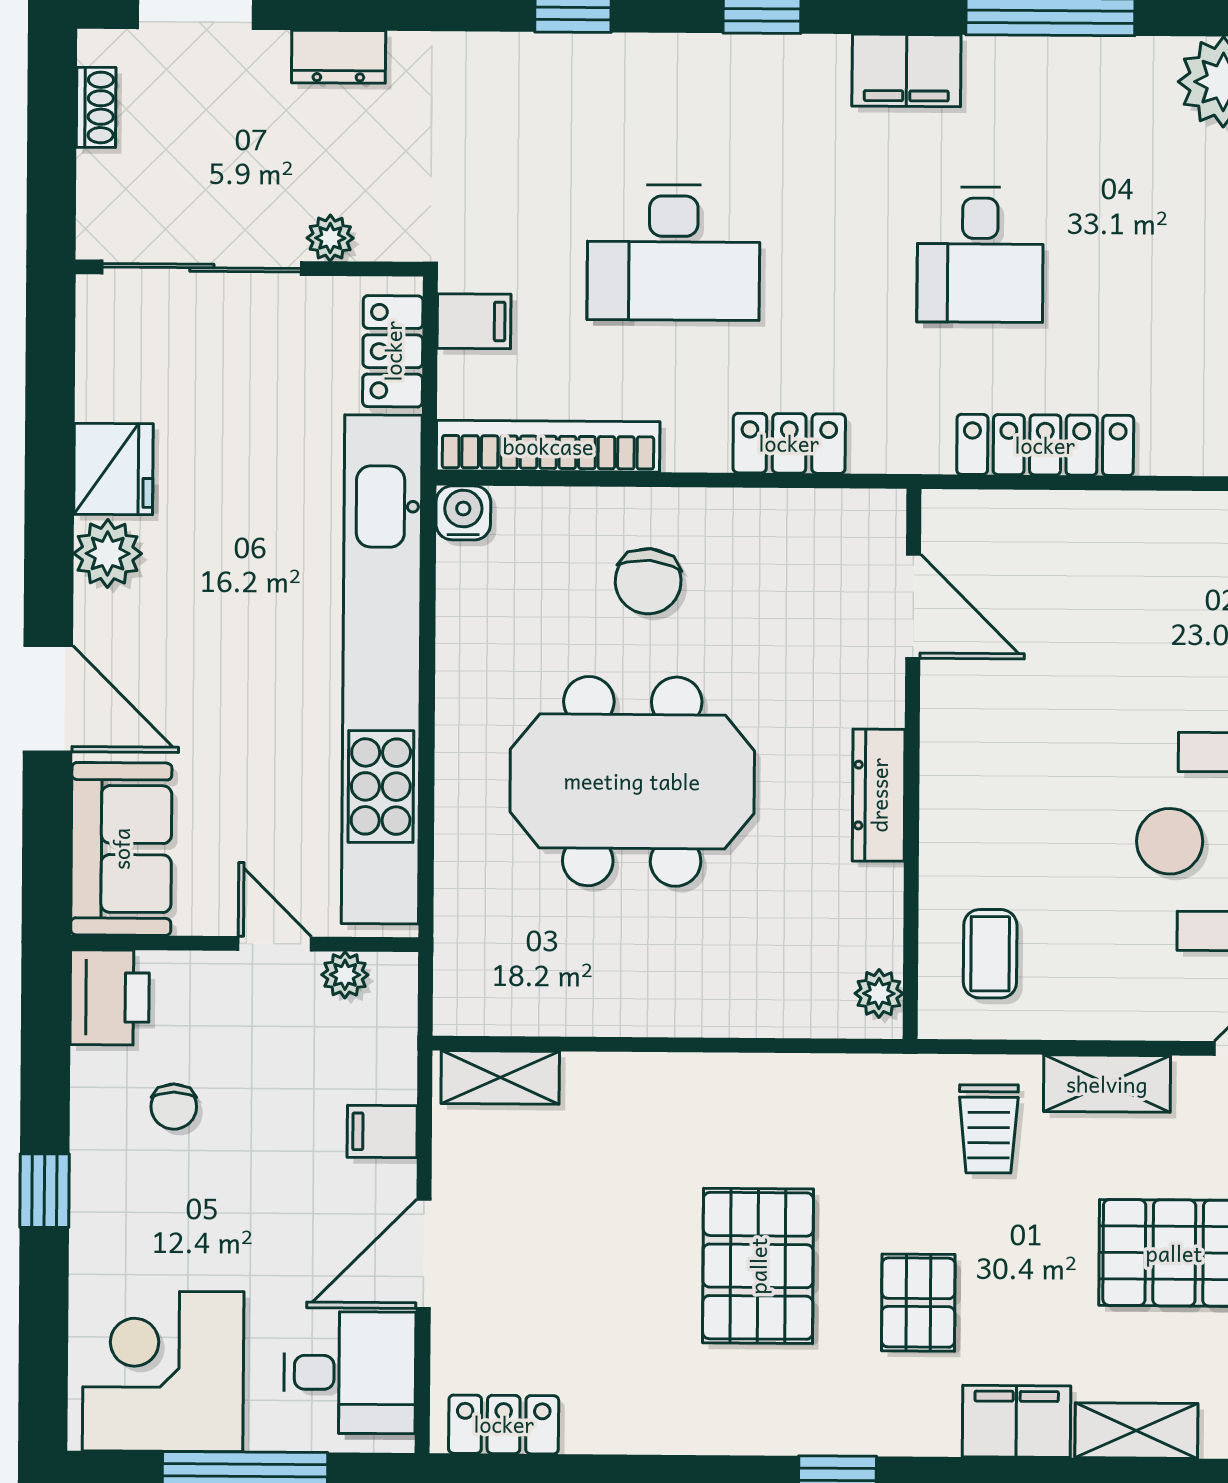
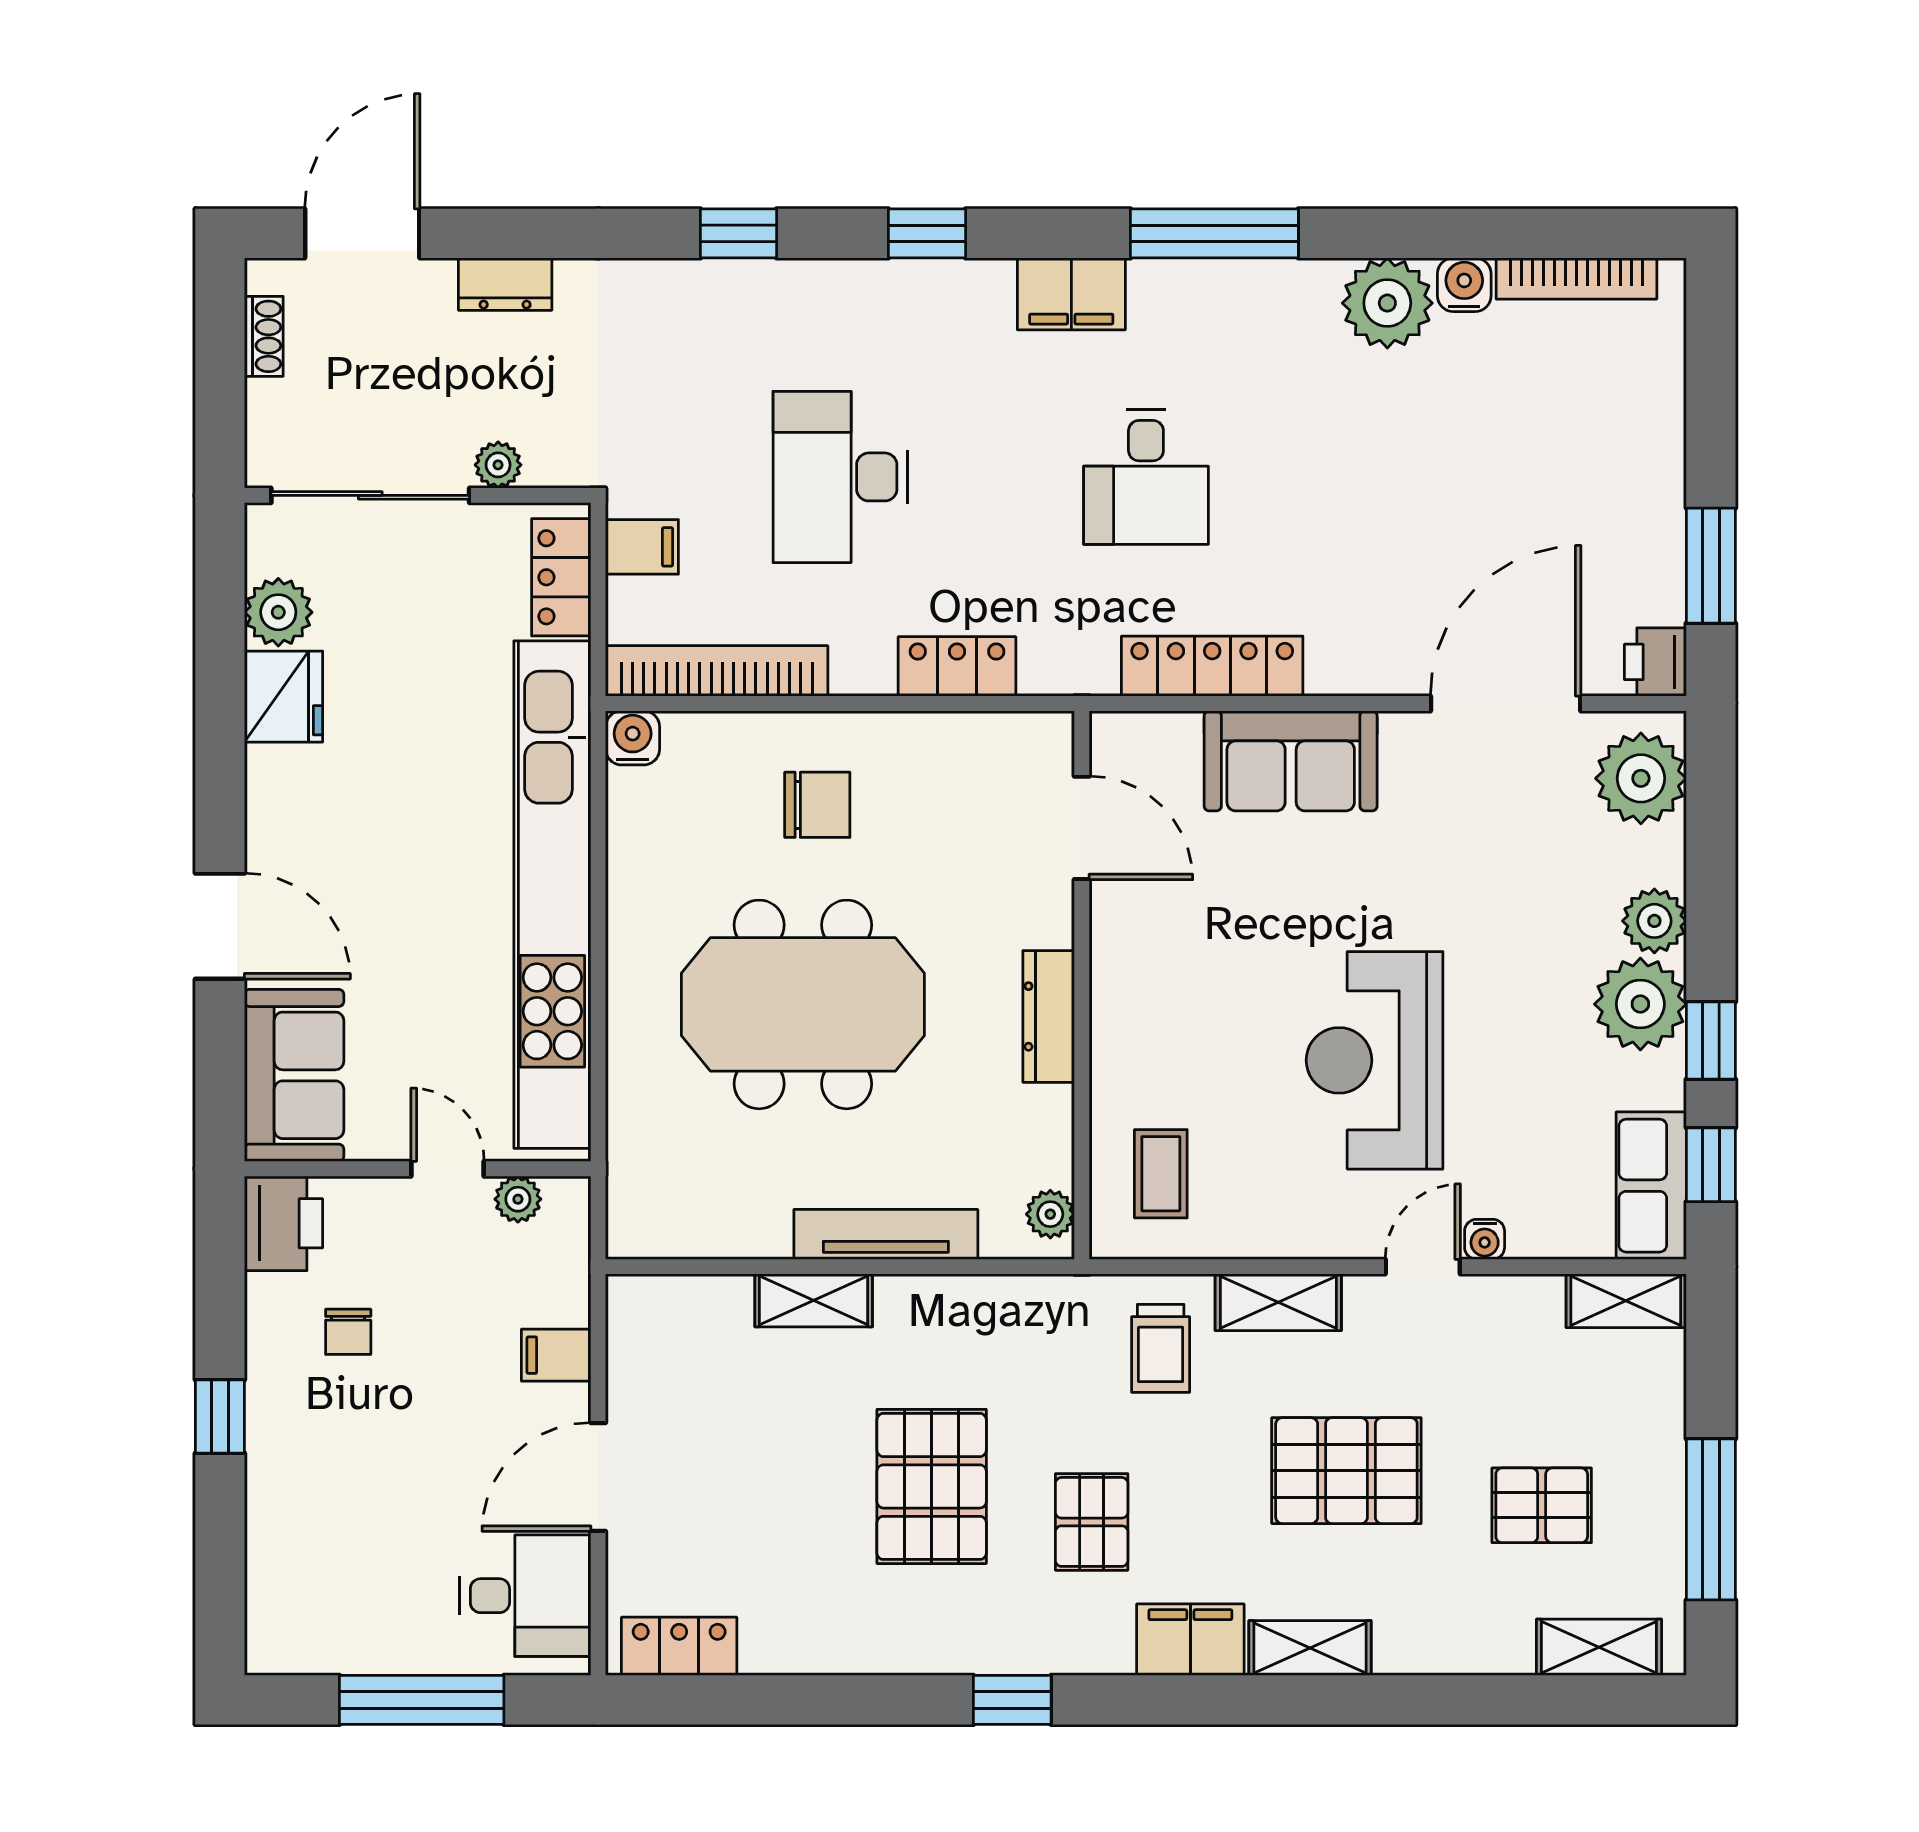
desk: (674, 253) -> (840, 477), turned 90
sofa: (1123, 540) -> (1291, 761), added
plant: (108, 553) -> (278, 612), moved
chair: (648, 581) -> (817, 805), turned -95
tv unit: (714, 1013) -> (886, 1234), added
shelving: (500, 1077) -> (814, 1300), moved
corner desk: (163, 1371) -> (339, 1596), removed

